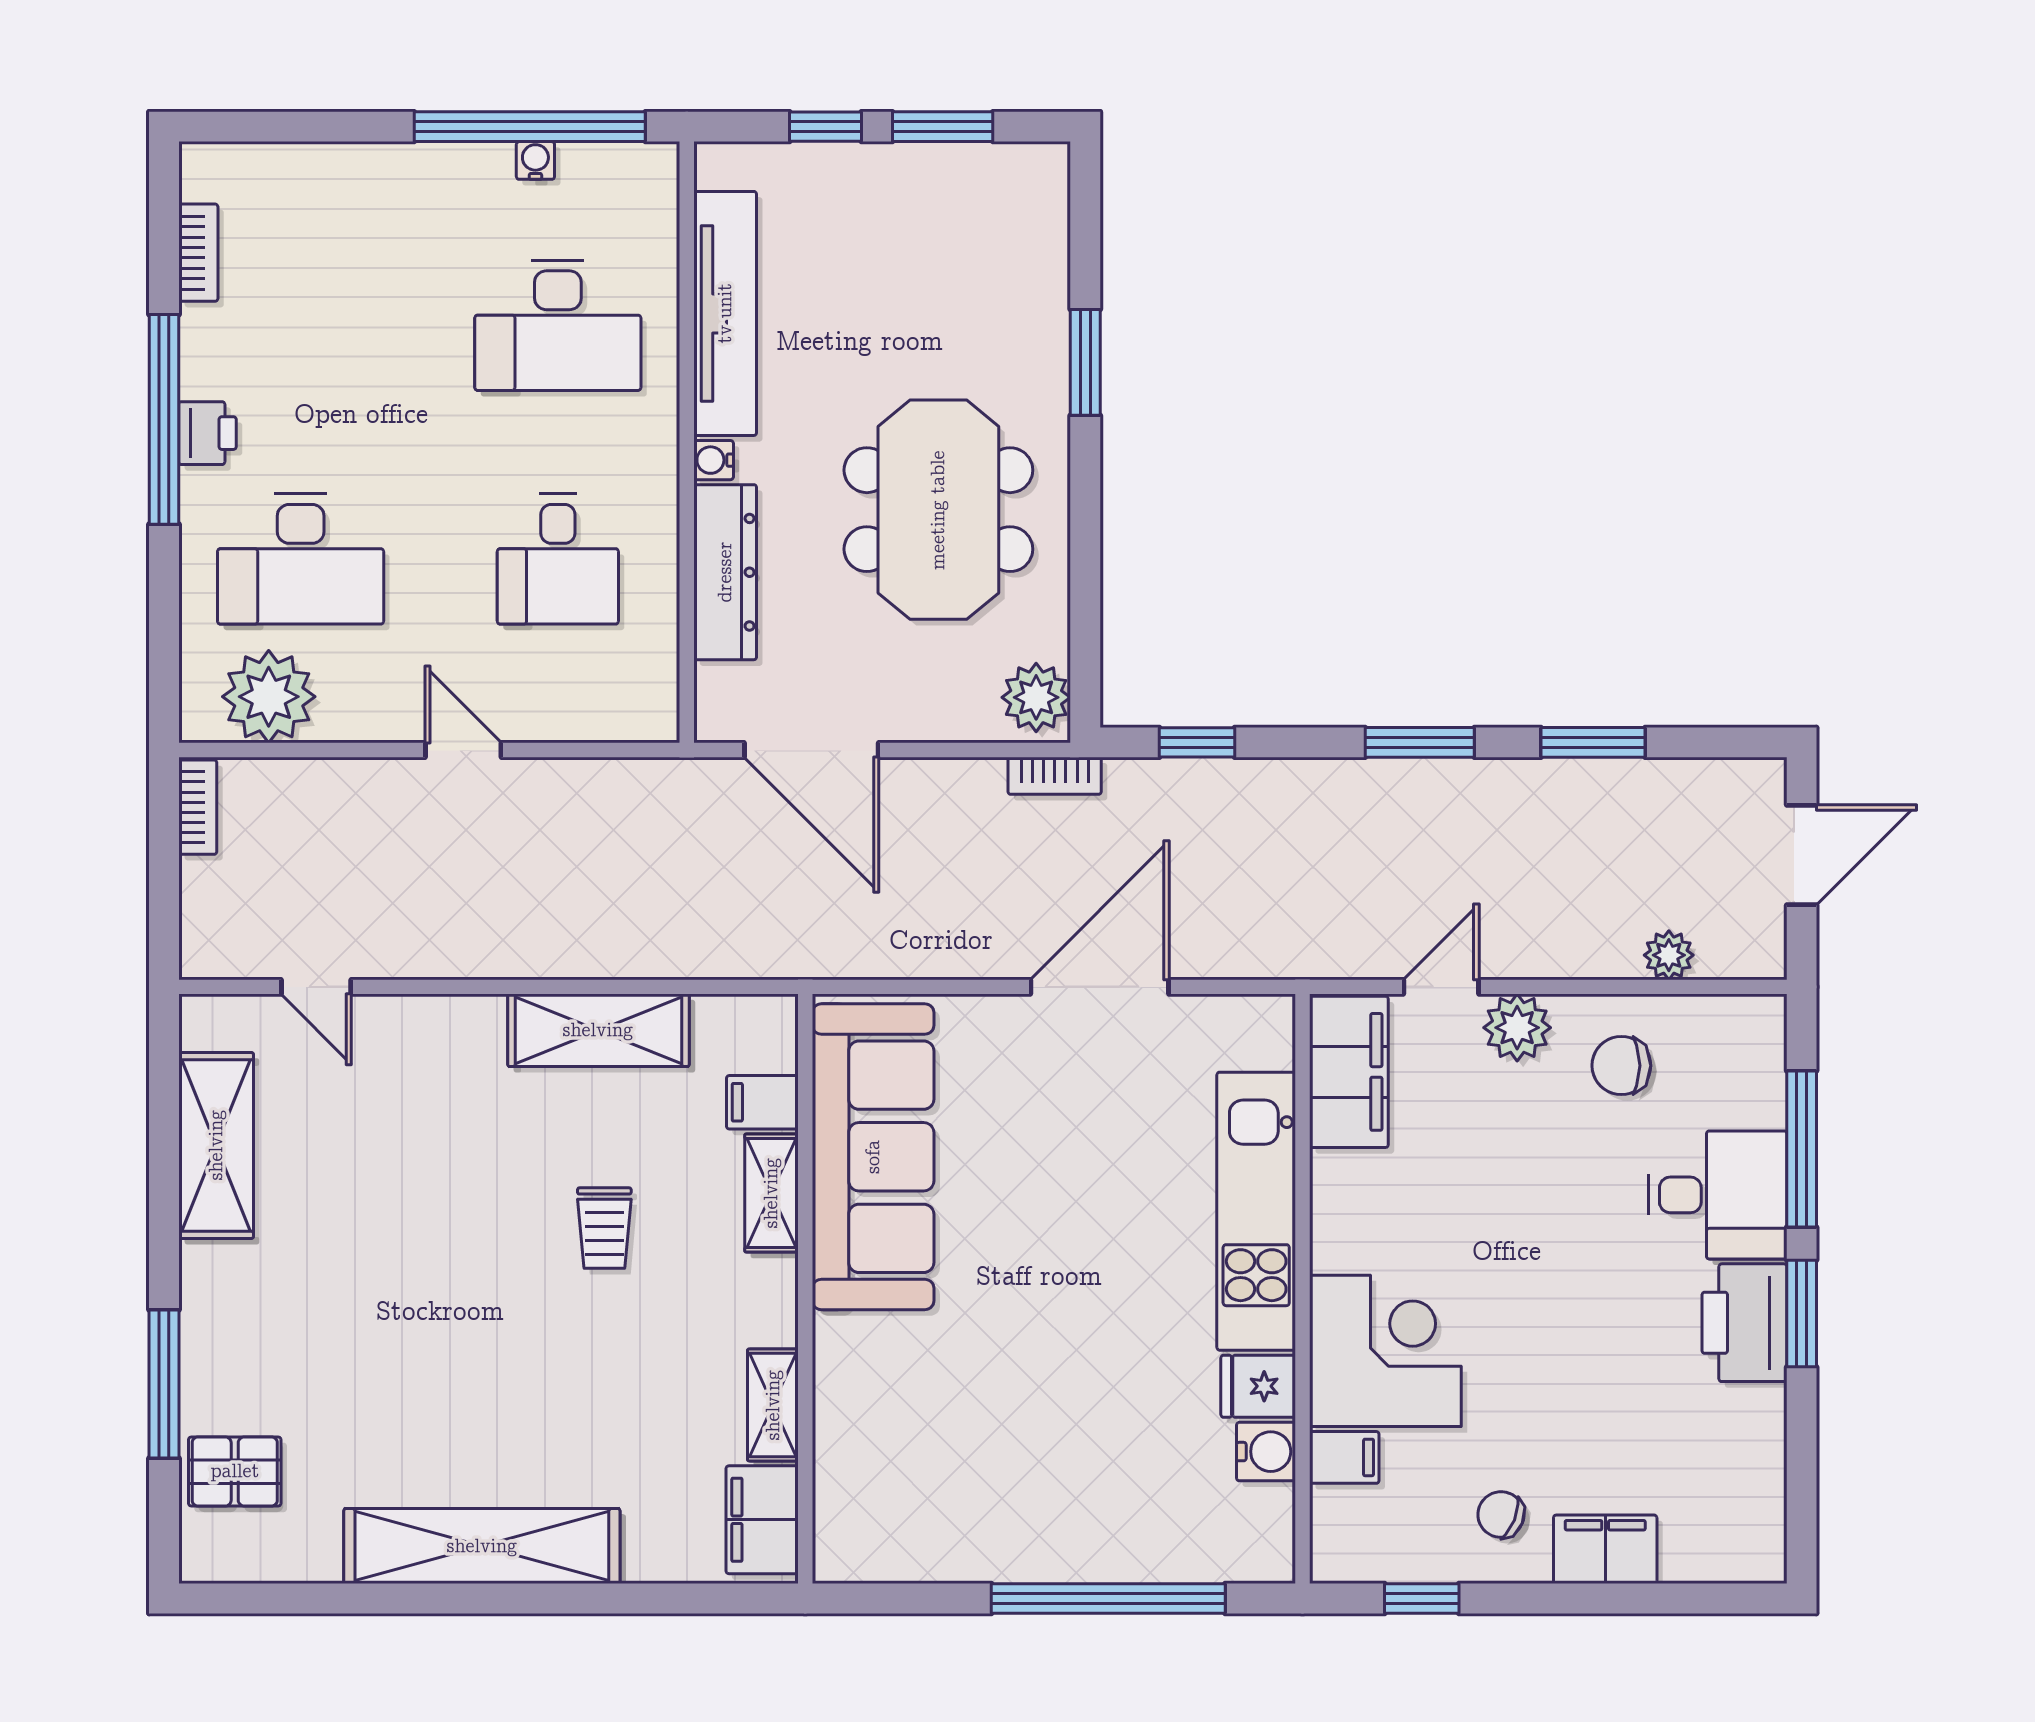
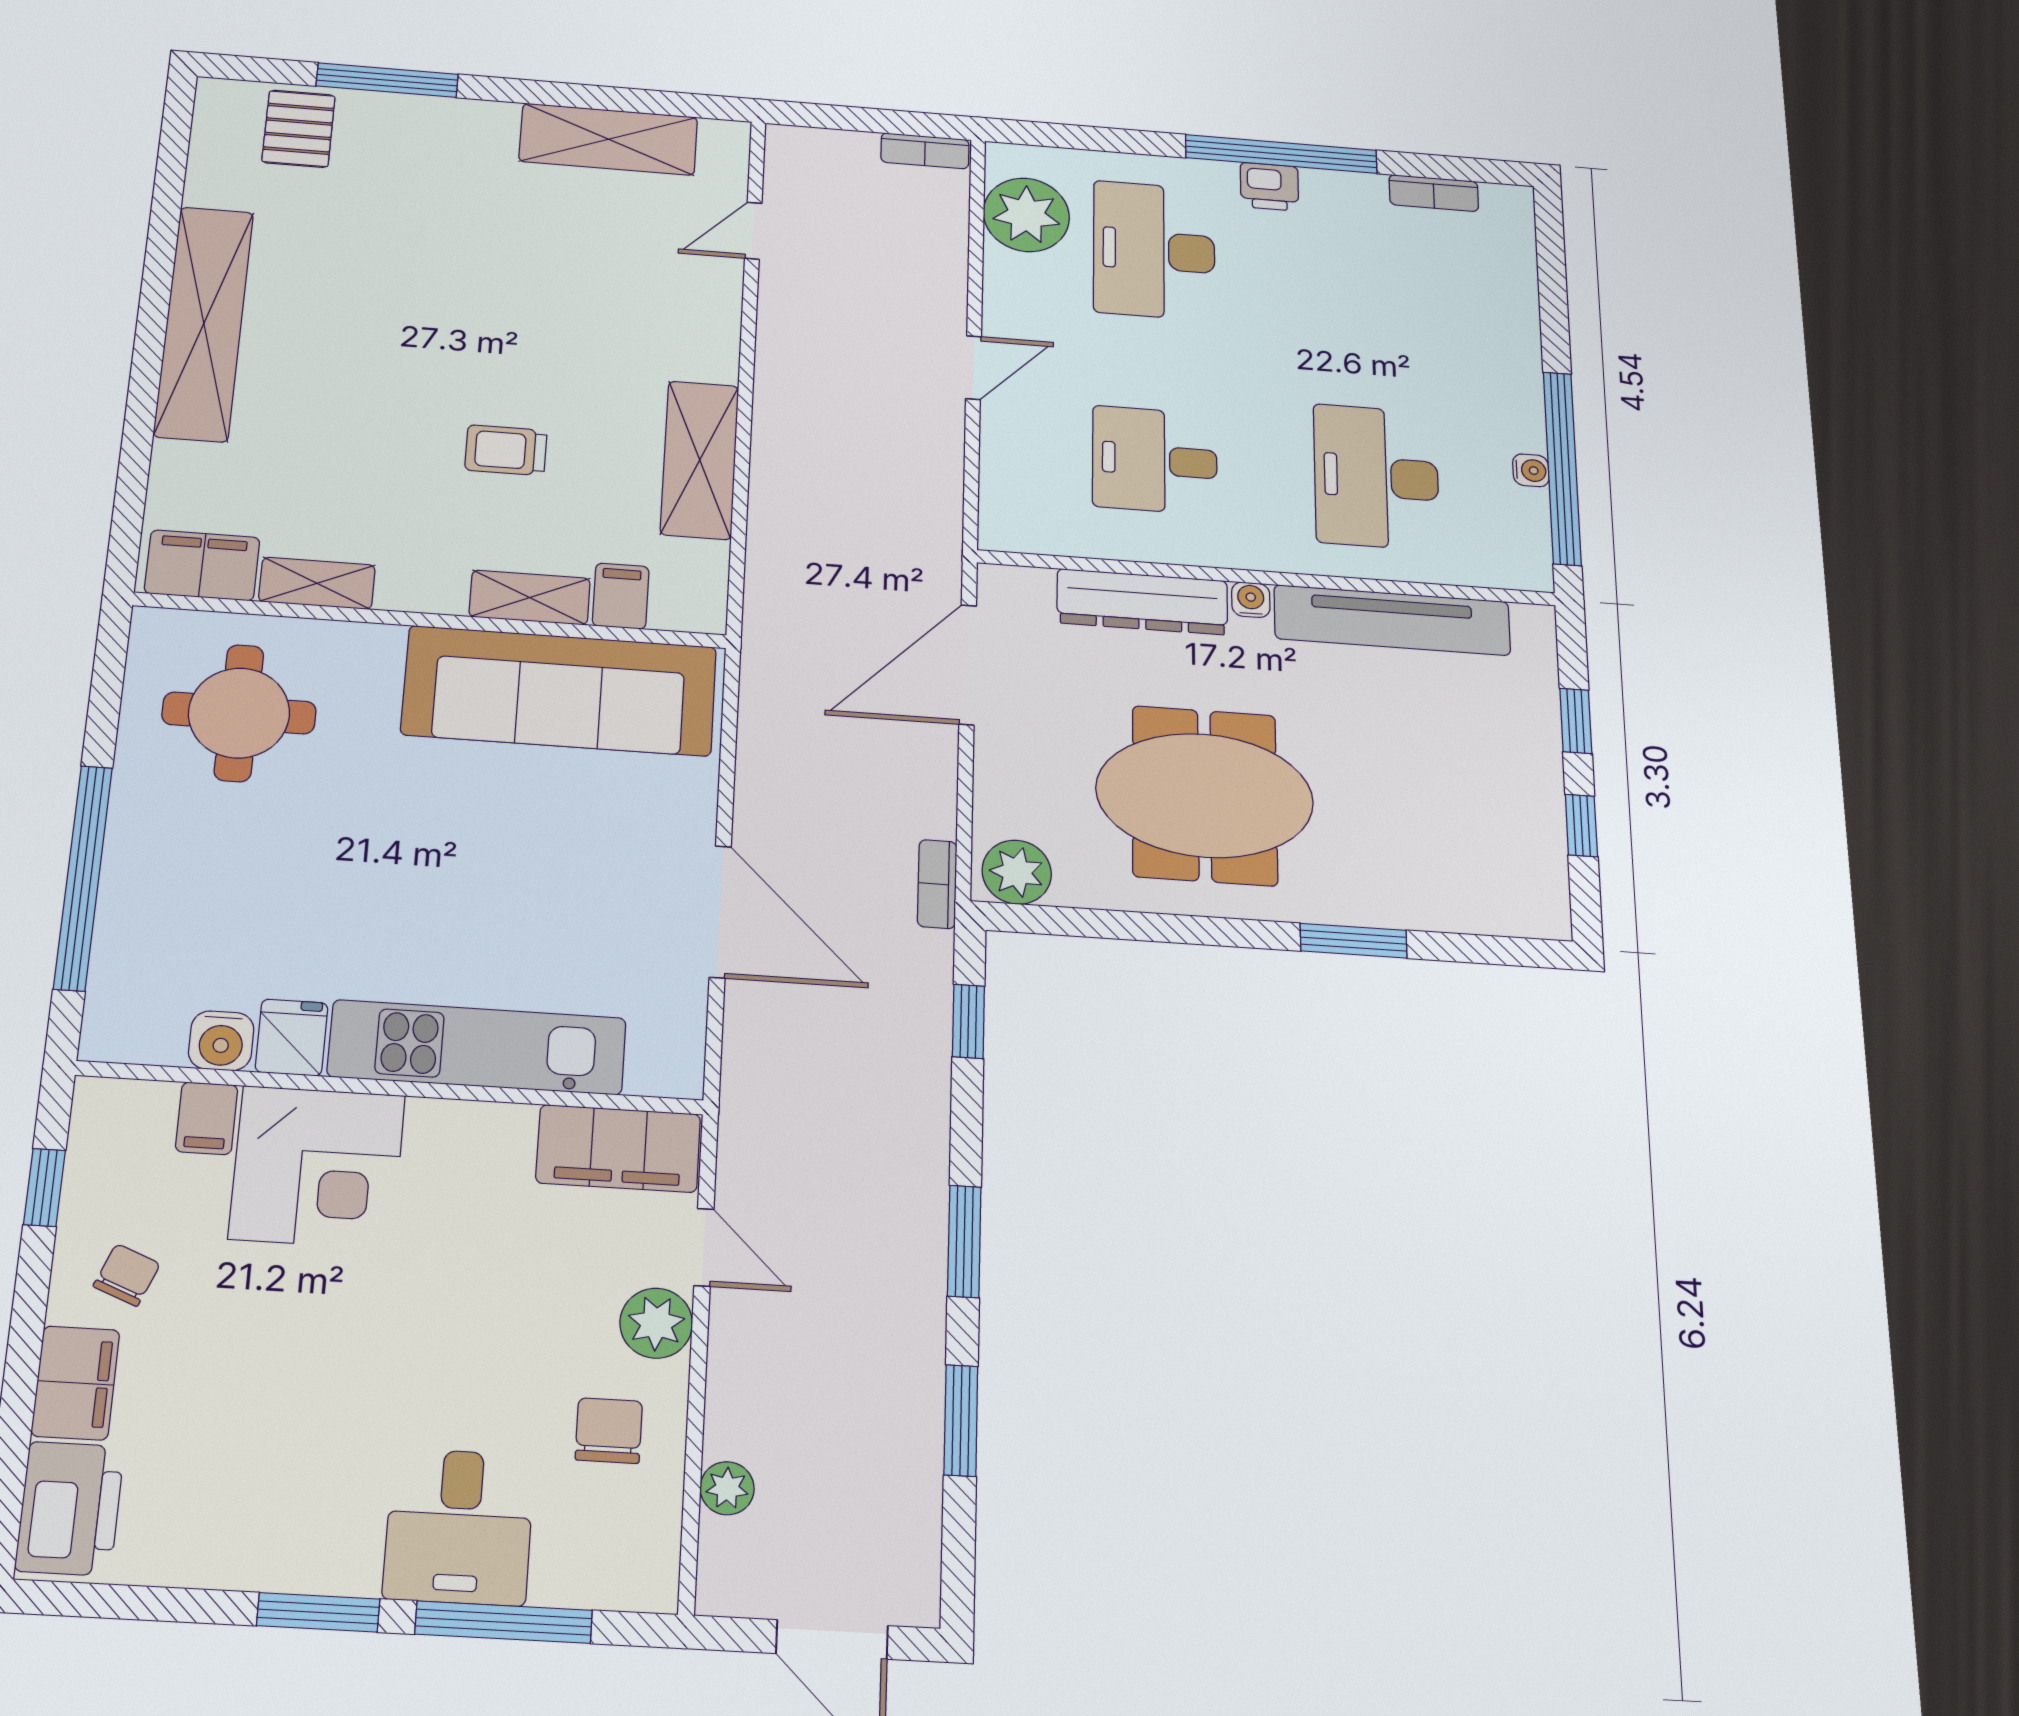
window: (943, 127) -> (1581, 825), width x0.67
printer: (1744, 1323) -> (70, 1509), moved, turned 90
round table: (922, 1468) -> (239, 713), added

